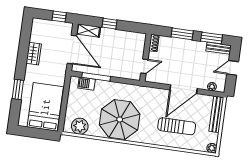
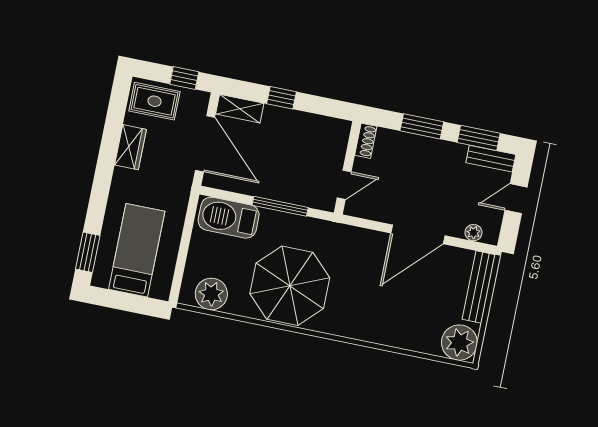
rug: (45, 29) -> (154, 101), added
window: (96, 77) -> (280, 206), moved
barbecue: (87, 84) -> (229, 218), width x1.88, depth x1.53
window: (18, 90) -> (88, 252), moved
bed: (45, 107) -> (137, 250), width x0.67
sun lounger: (177, 126) -> (400, 306), removed
plant: (212, 148) -> (459, 343), width x1.87, depth x1.87

